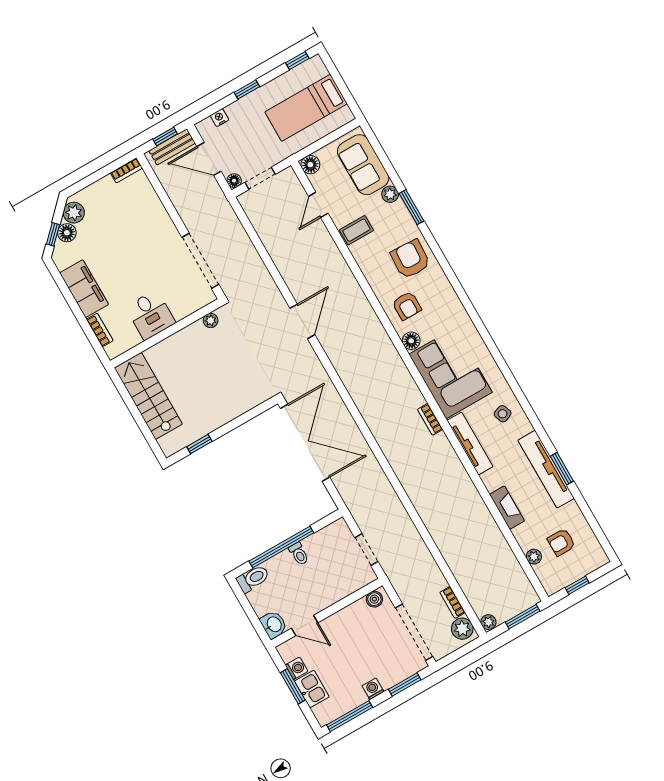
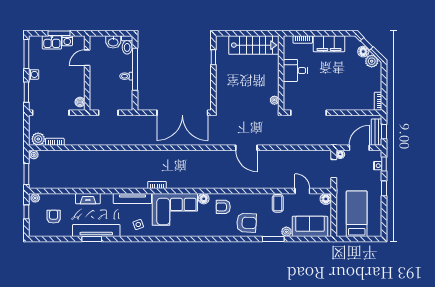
window: (297, 61) -> (384, 164), moved
plant: (534, 557) -> (35, 198), moved
washbasin: (274, 625) -> (113, 42), moved

